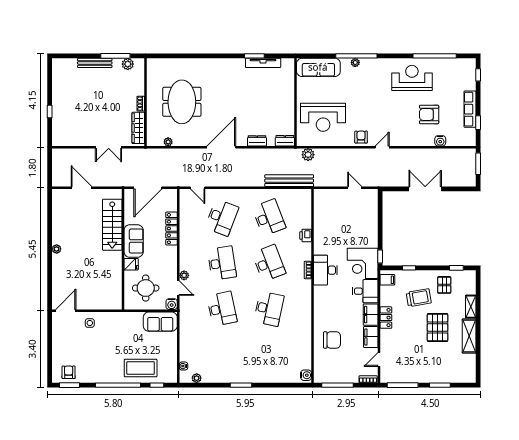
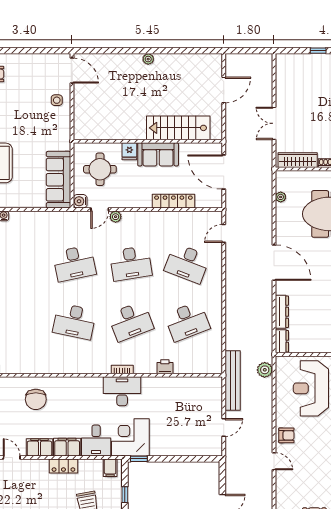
dresser: (257, 141) -> (282, 312), width x1.44
bench: (289, 181) -> (233, 381), moved
sofa: (160, 322) -> (58, 180), width x1.36

